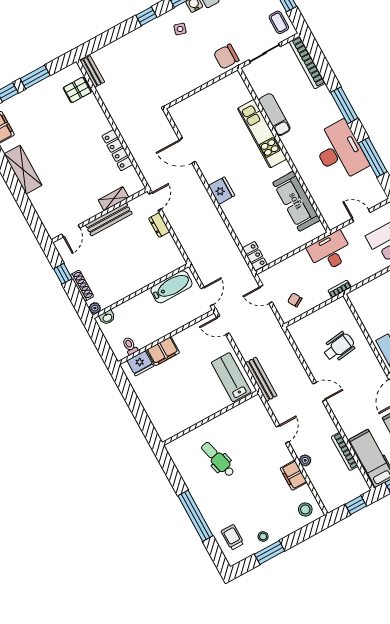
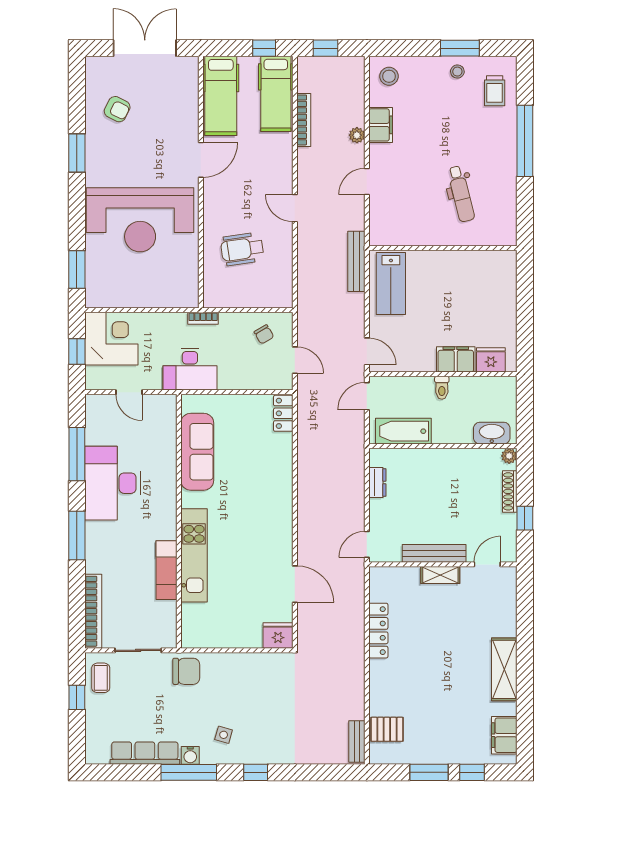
fridge: (221, 191) -> (278, 635), moved, turned 90
shelving: (113, 199) -> (440, 575), moved
dresser: (159, 225) -> (377, 483), moved
washbasin: (107, 317) -> (492, 433), width x1.91, depth x1.45
toilet: (130, 346) -> (442, 388), moved

